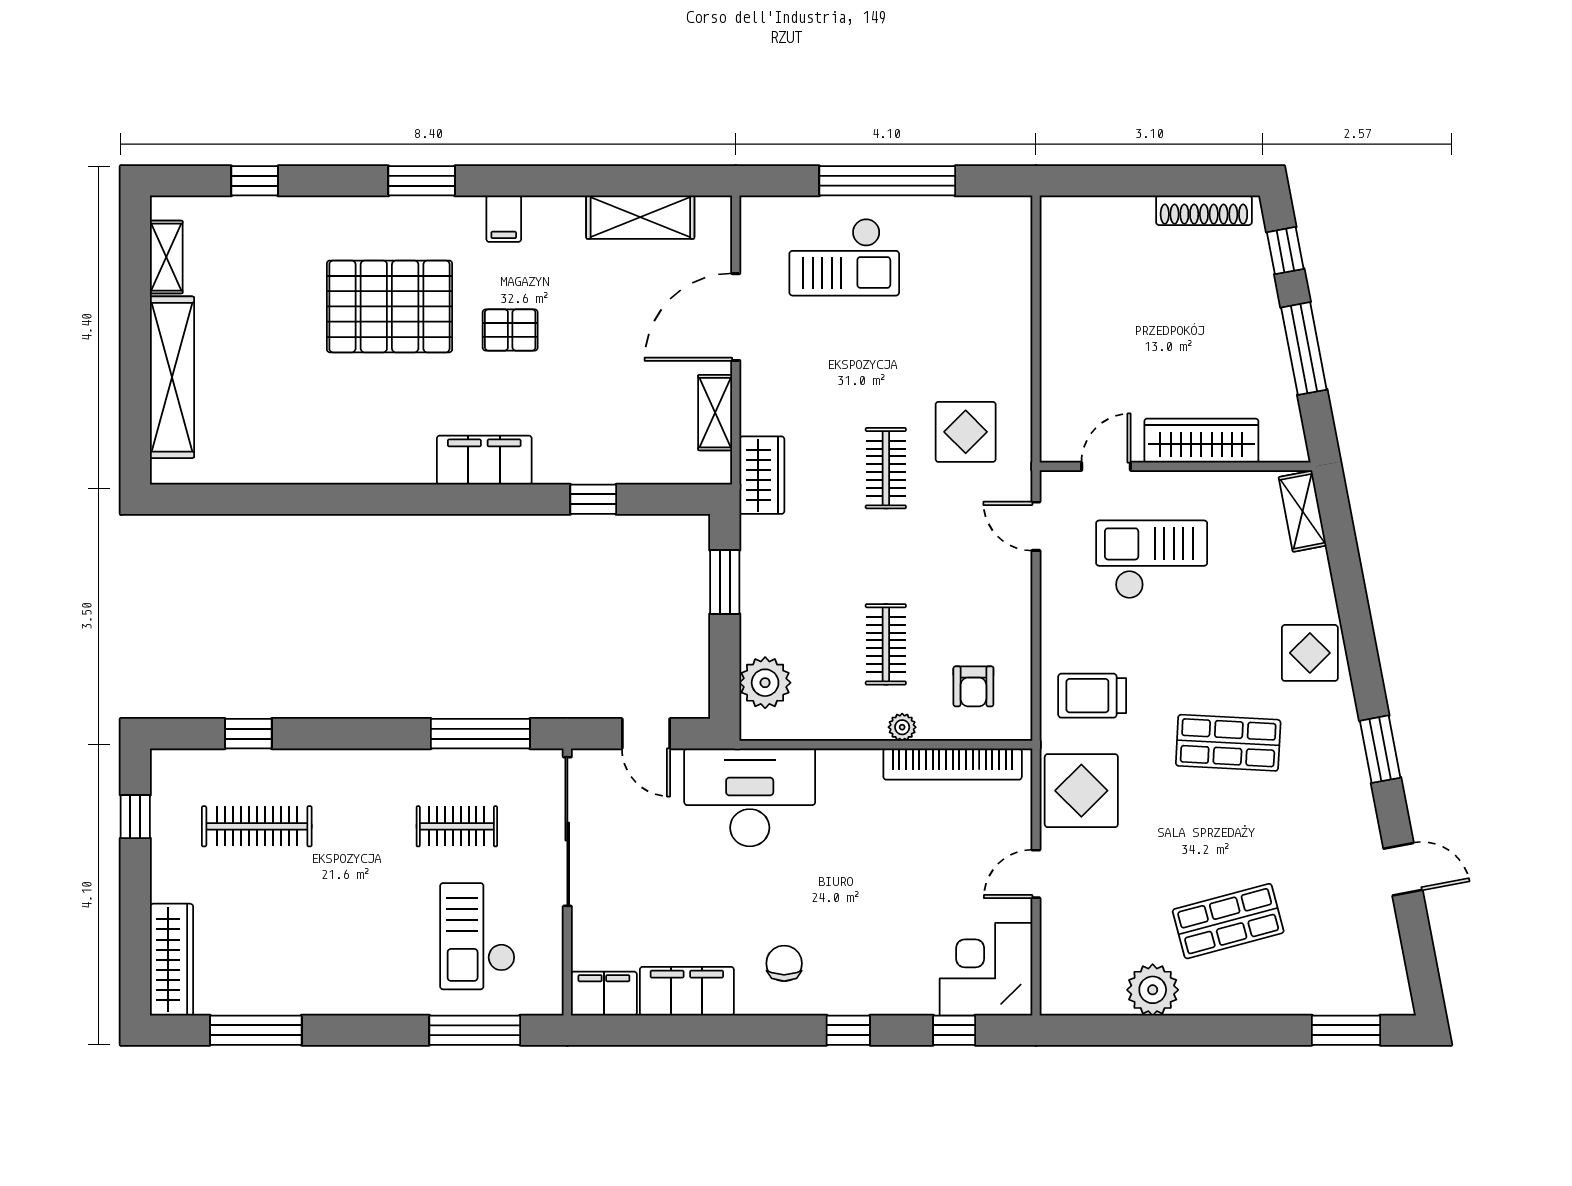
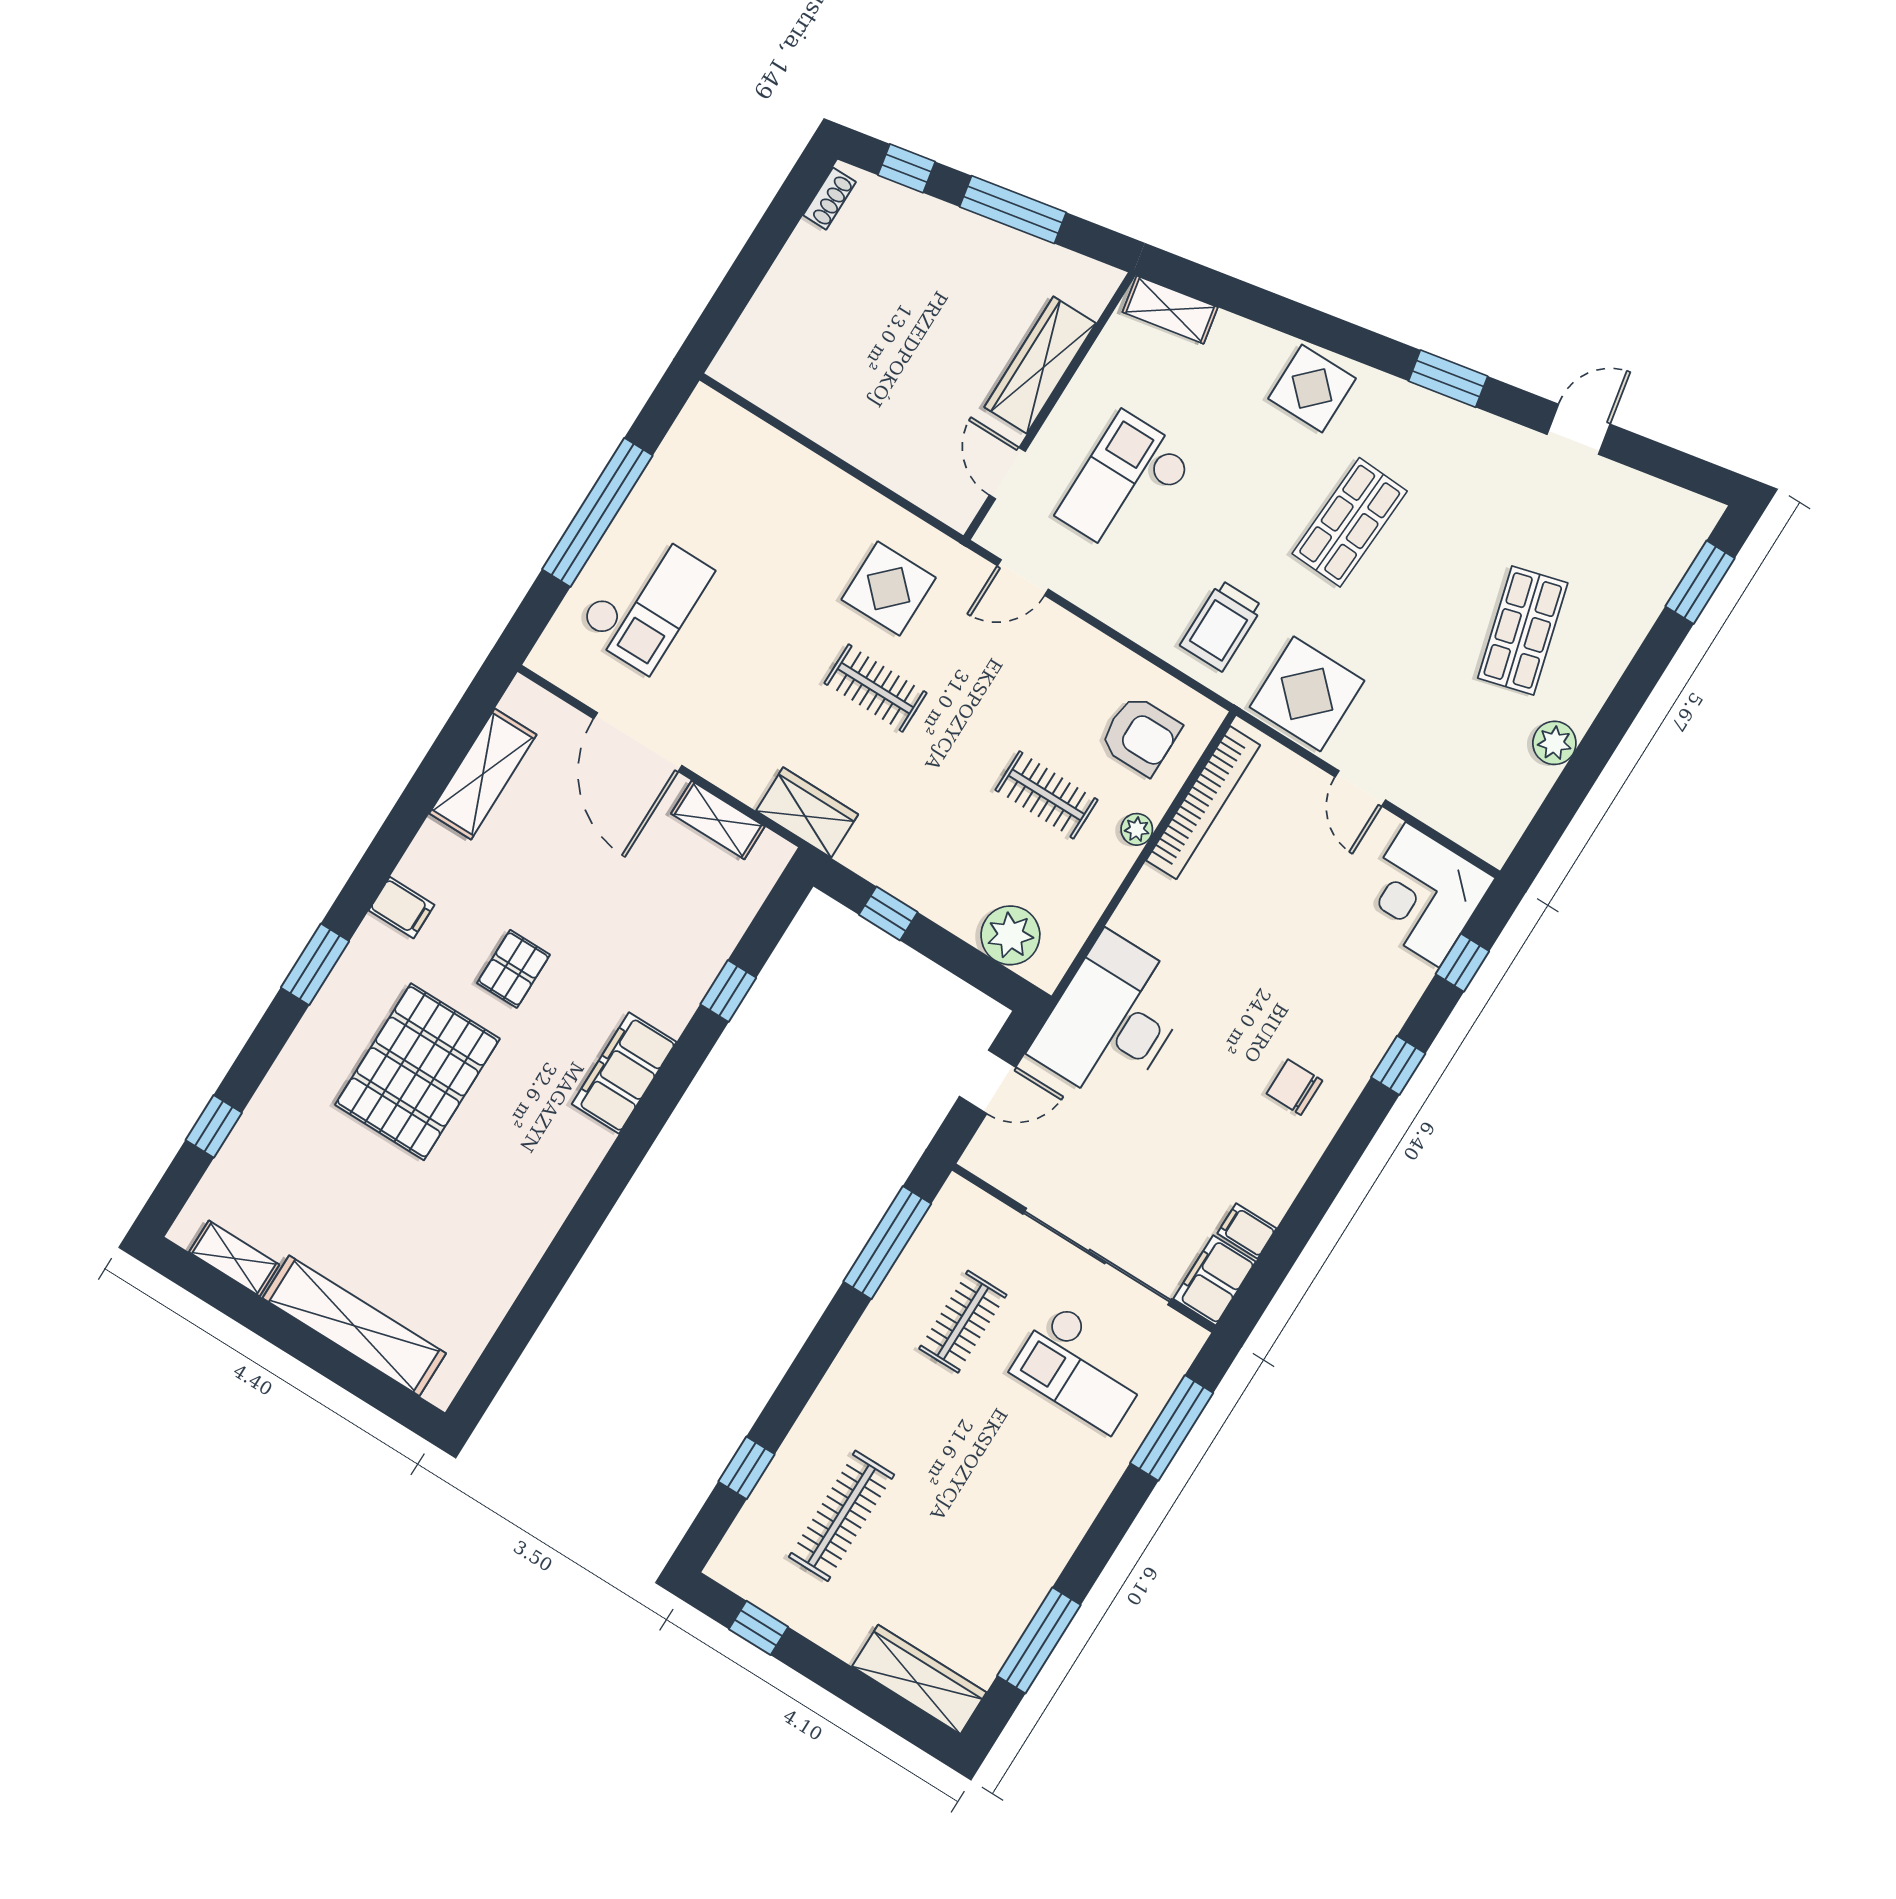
shoe rack: (1204, 210) -> (829, 199), width x0.51, depth x0.81
window: (725, 582) -> (888, 913), width x0.67
armchair: (973, 686) -> (1140, 735), width x1.38, depth x1.38
sliding door: (567, 832) -> (1097, 1256), moved
plant: (1153, 990) -> (1554, 743), width x0.73, depth x0.73
filing cabinet: (687, 991) -> (1247, 1231), width x0.33, depth x0.86

